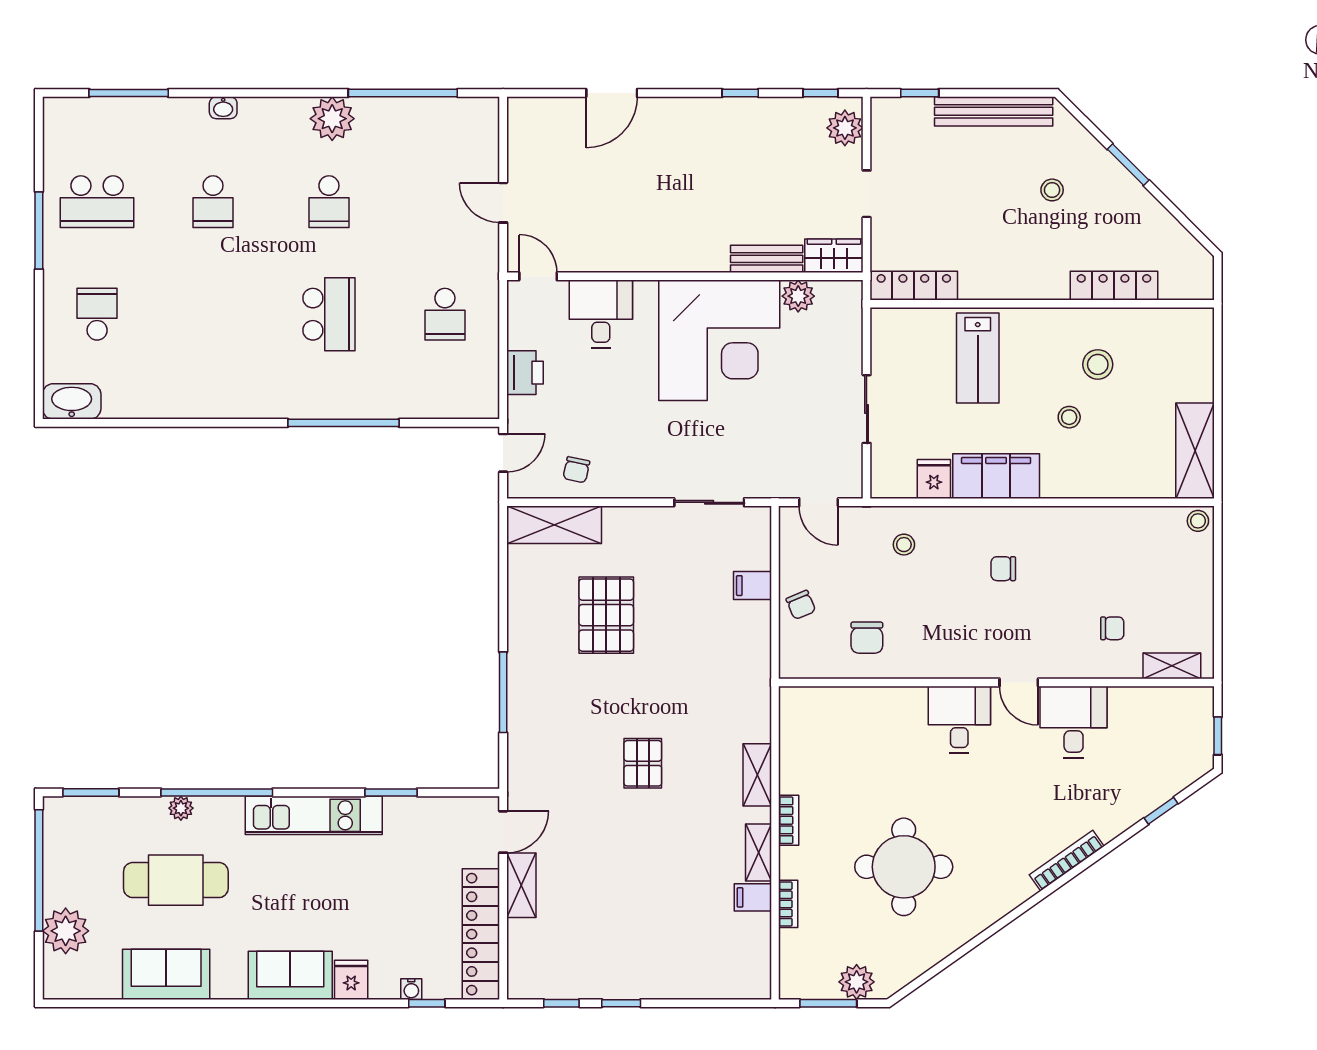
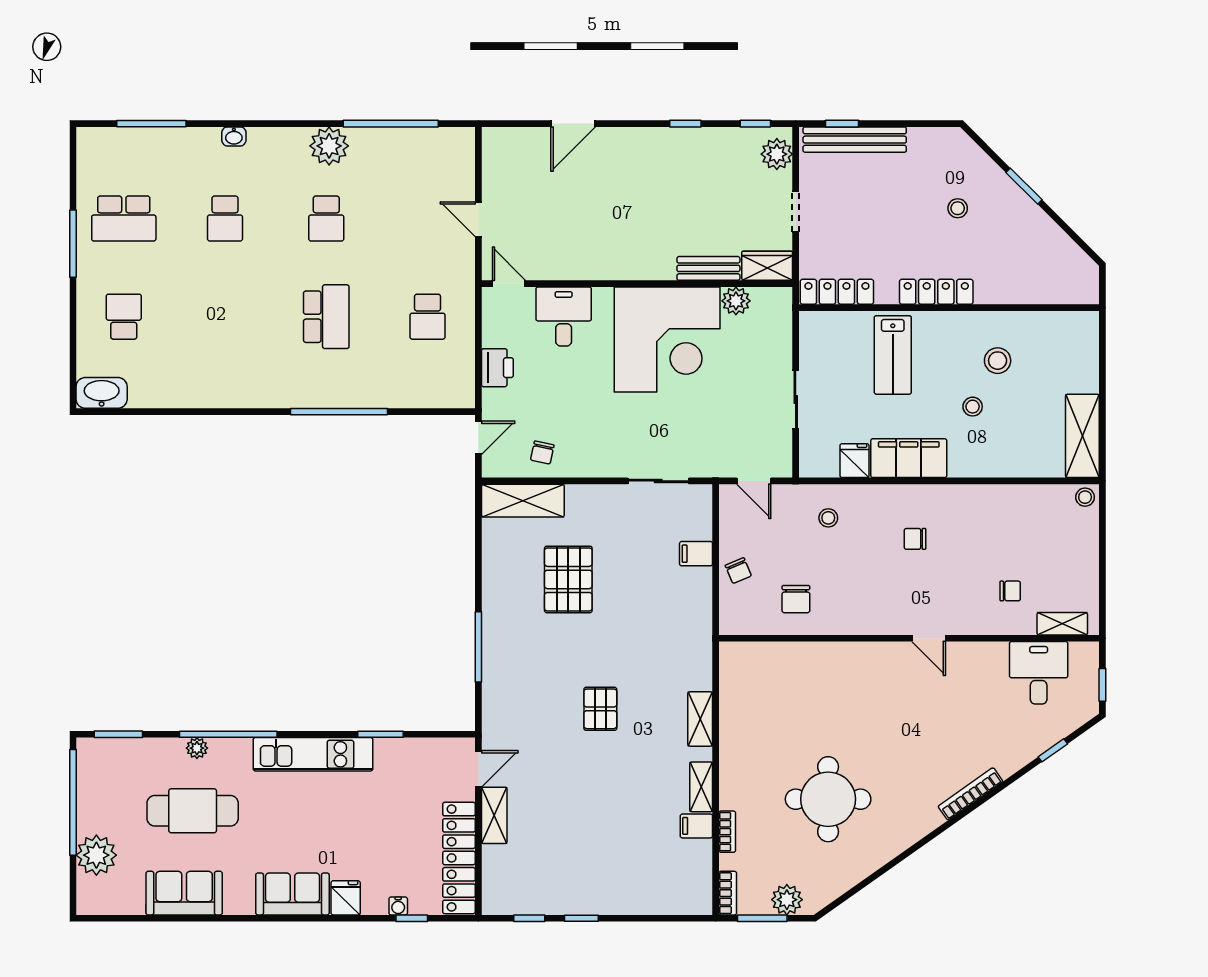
bench: (994, 111) -> (855, 140), moved
locker: (1114, 286) -> (936, 292), moved
desk: (959, 720) -> (877, 671), removed
desk: (1074, 722) -> (1039, 673), moved
bookcase: (789, 820) -> (728, 893), moved

